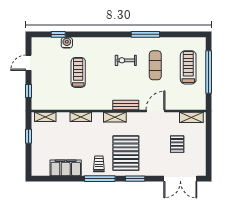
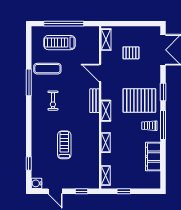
water cooler: (67, 43) -> (37, 183), moved
exercise mat: (155, 65) -> (47, 69), moved
treadmill: (78, 72) -> (64, 145), turned 90

